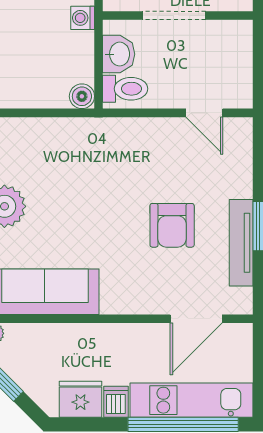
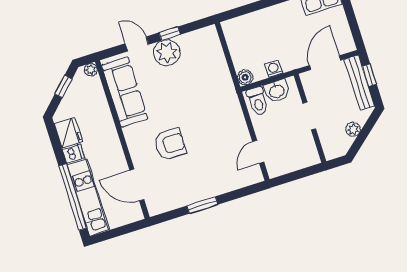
doorway: (174, 16) -> (309, 116), width x0.73
washing machine: (83, 18) -> (274, 69), moved
armchair: (172, 225) -> (170, 144), moved, turned 180
tv unit: (241, 243) -> (189, 197), removed

